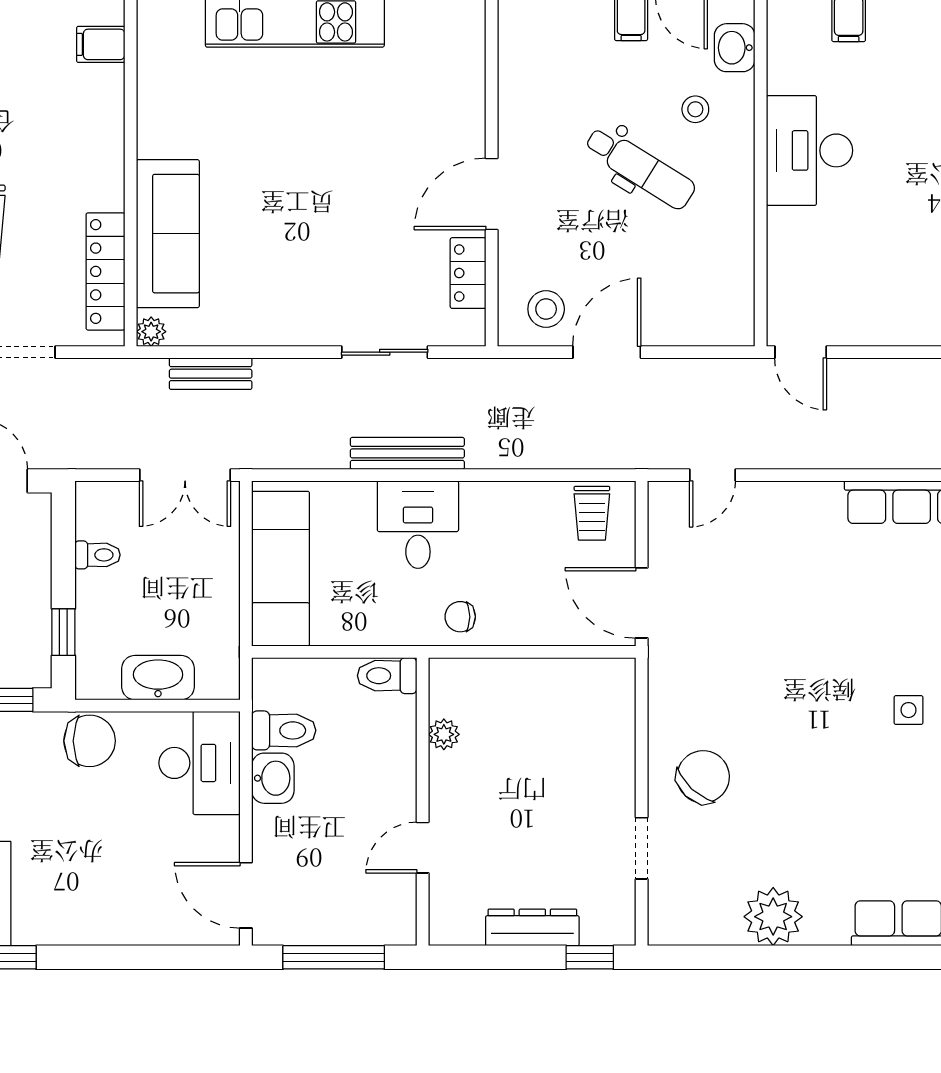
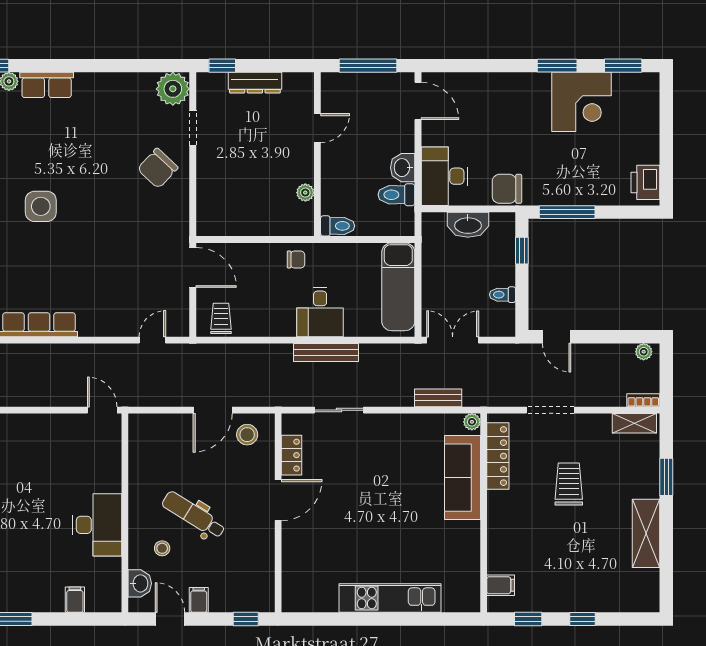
side table: (908, 710) -> (41, 206), width x1.87, depth x1.87
plant: (773, 917) -> (173, 89), moved

